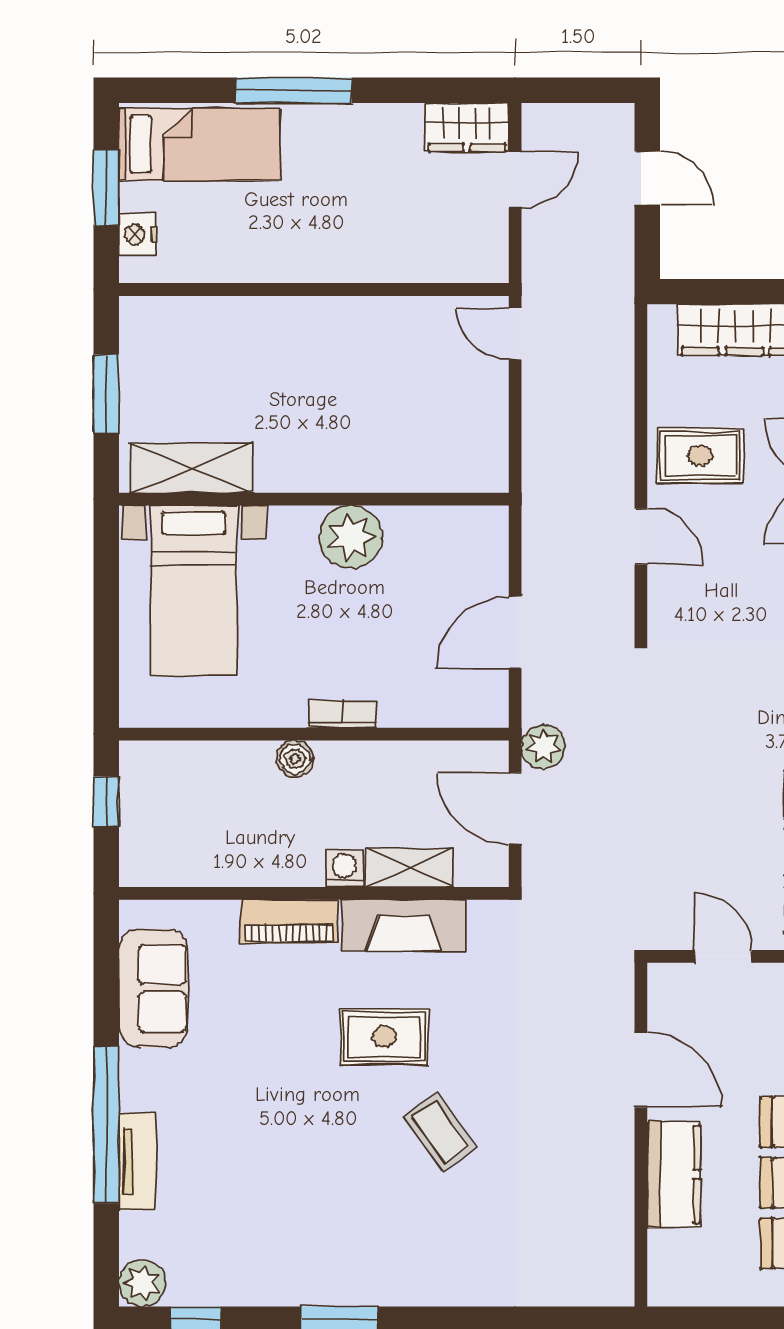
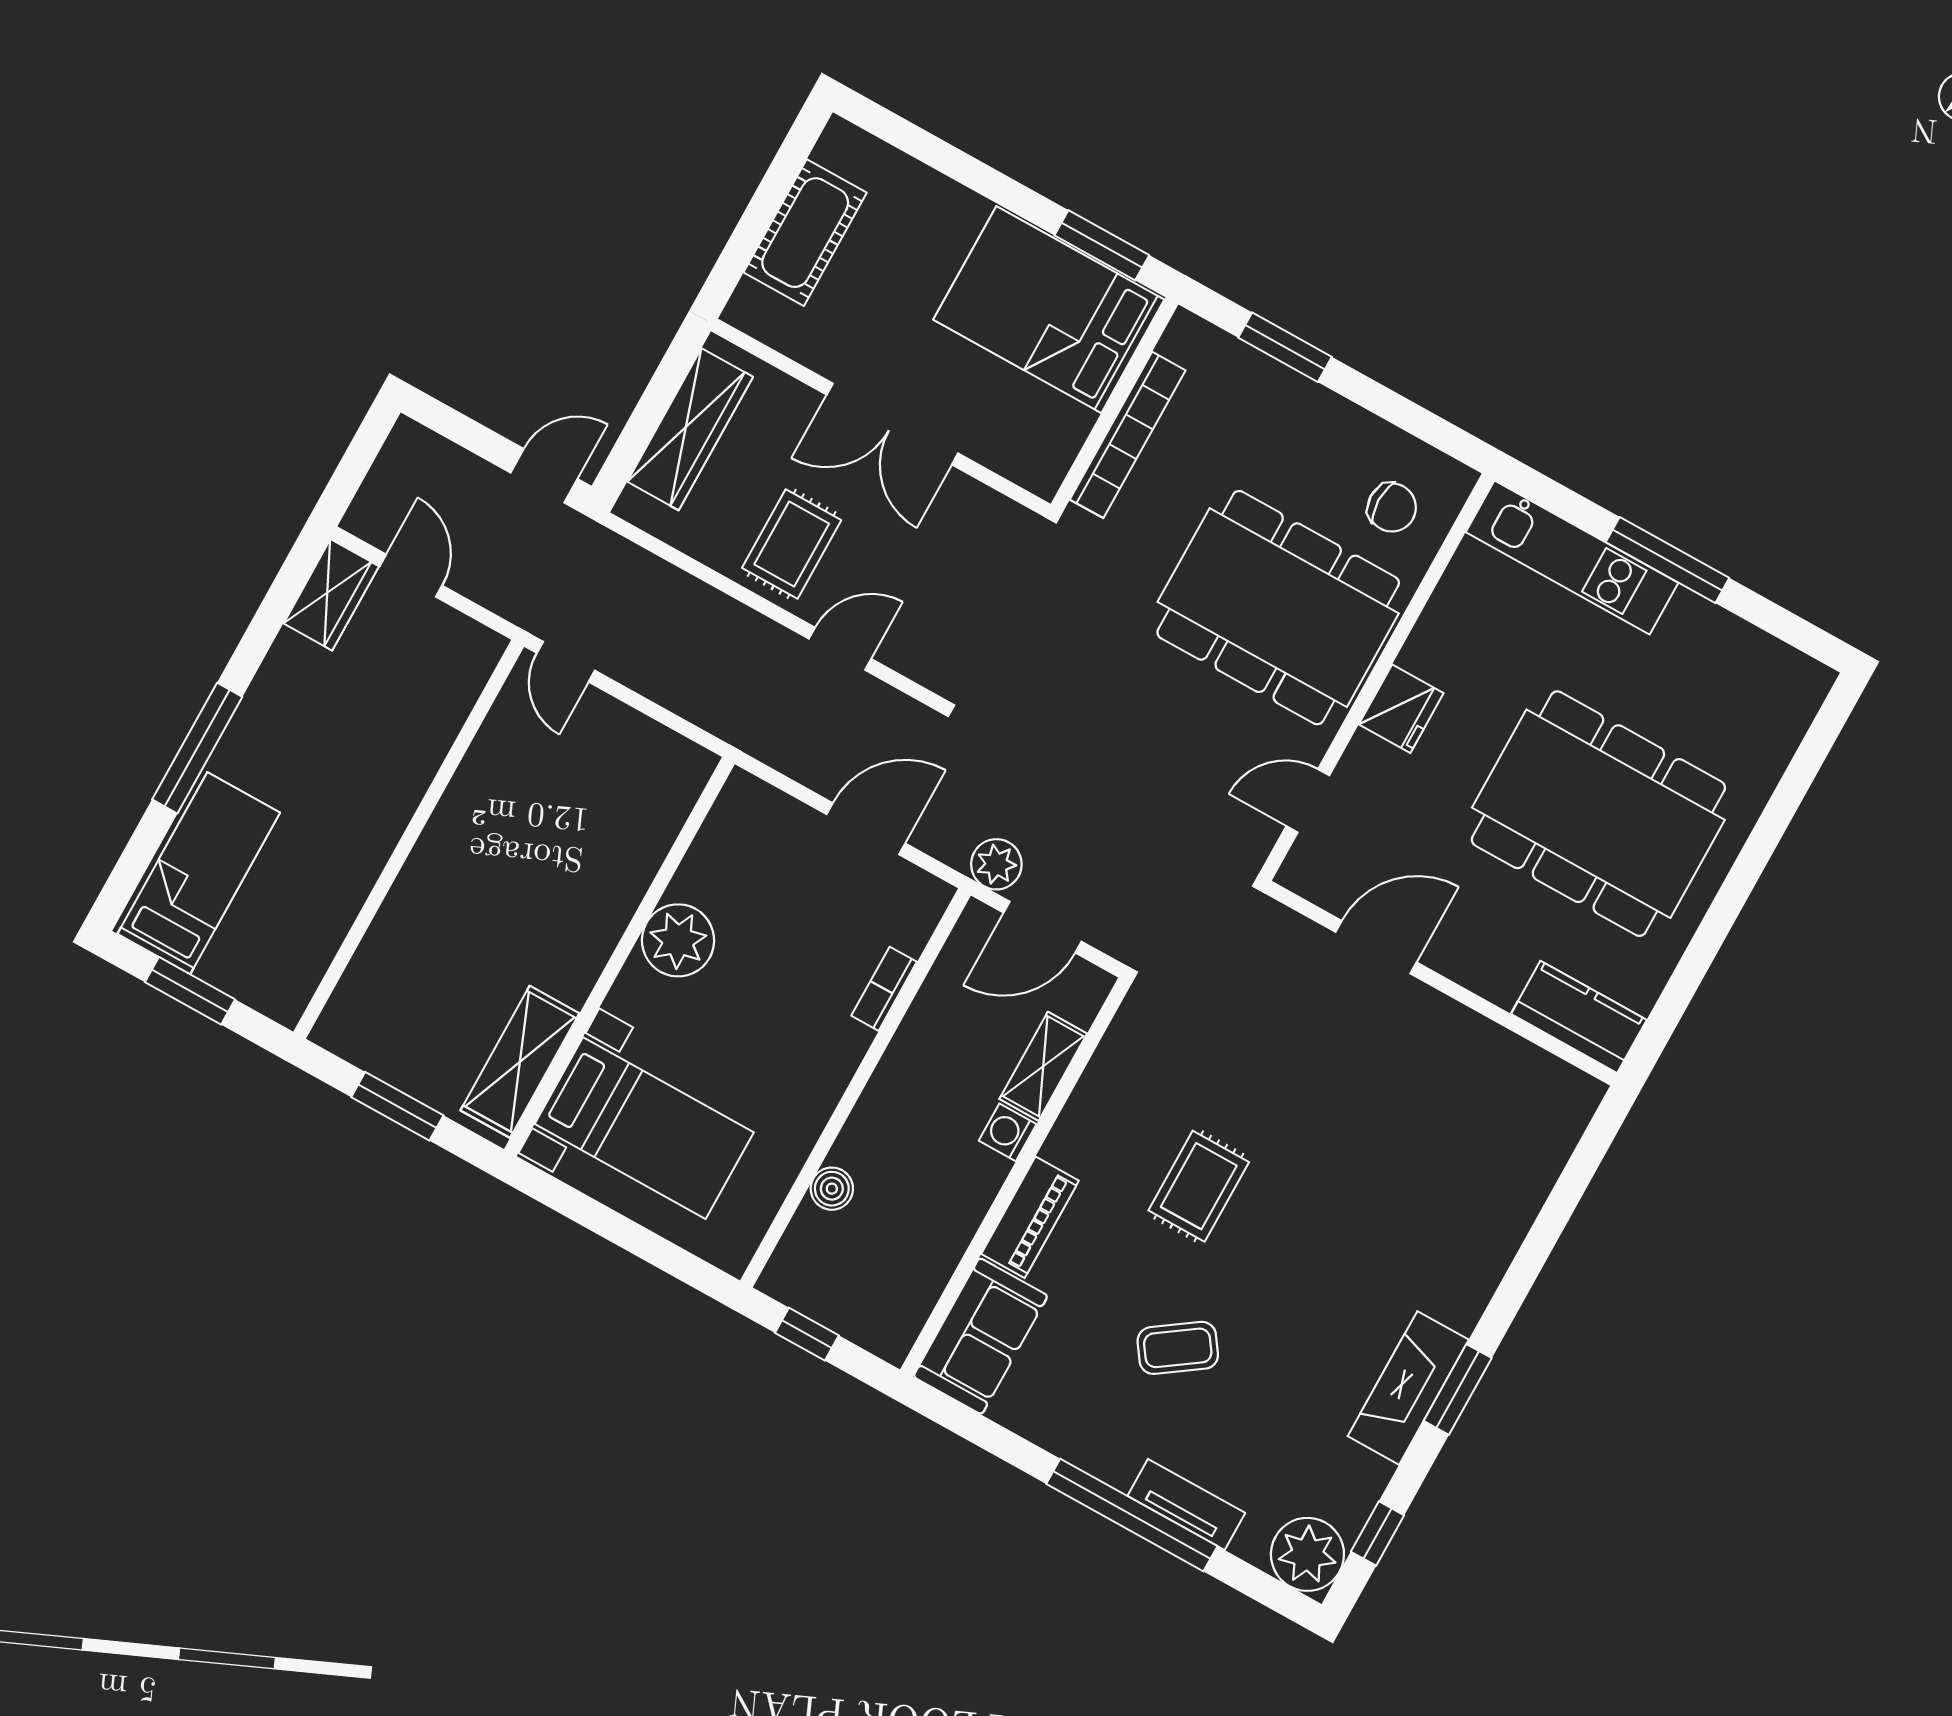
door: (647, 178) -> (544, 476), moved
nightstand: (138, 234) -> (255, 985), removed
door: (515, 334) -> (566, 662), hinge flipped
door: (515, 632) -> (866, 829), swing flipped
bookcase: (342, 714) -> (884, 989), moved
boiler: (295, 759) -> (832, 1189), moved
fireplace: (404, 925) -> (1408, 1388), moved, turned 180
sofa: (153, 988) -> (981, 1336), moved, turned 90
coffee table: (440, 1132) -> (1178, 1348), moved
kitchen counter: (674, 1174) -> (1579, 1017), moved
plant: (142, 1283) -> (1307, 1554), width x1.36, depth x1.36

